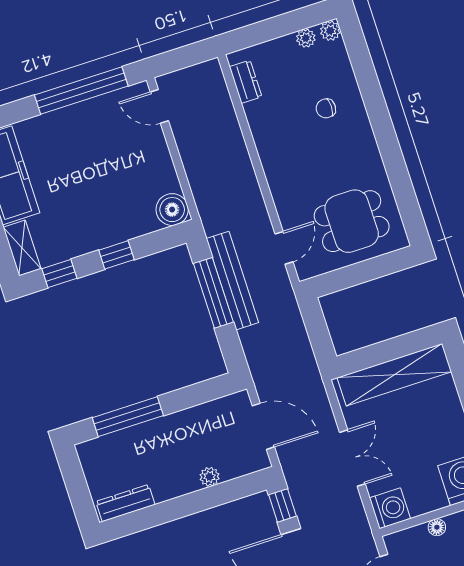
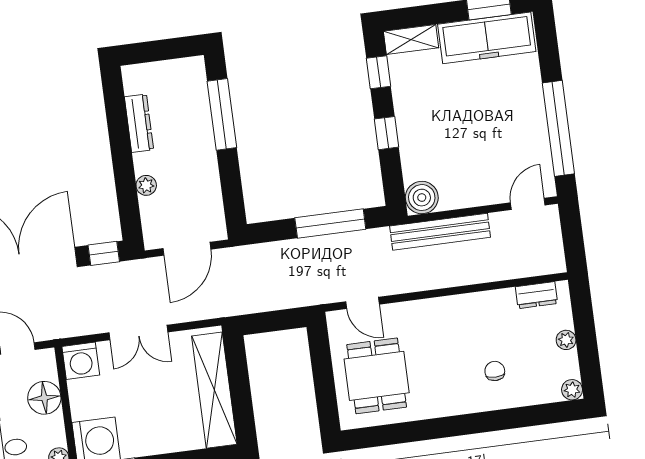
plant: (306, 38) -> (566, 340), moved
bench: (232, 281) -> (440, 232), moved
dresser: (125, 503) -> (139, 123), moved
floor lamp: (437, 527) -> (44, 398), width x1.89, depth x1.89

